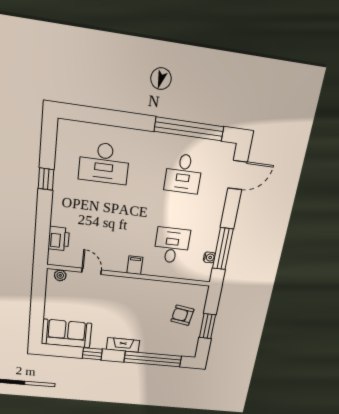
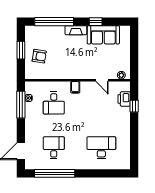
window: (46, 179) -> (134, 106), moved
sofa: (66, 334) -> (103, 35), moved

